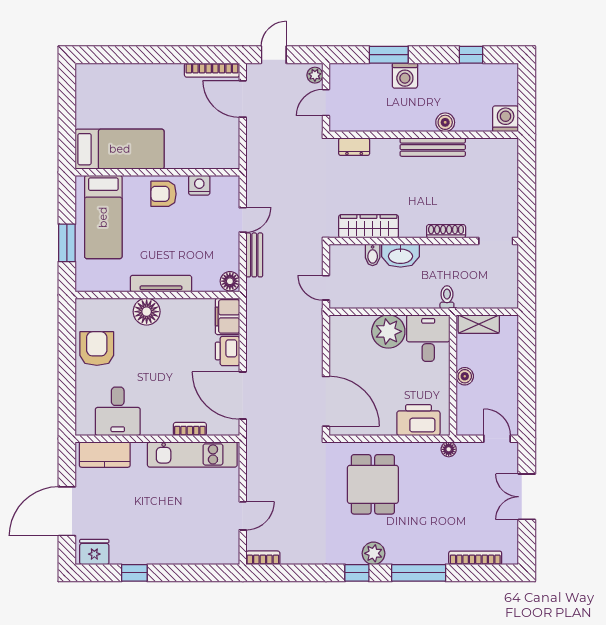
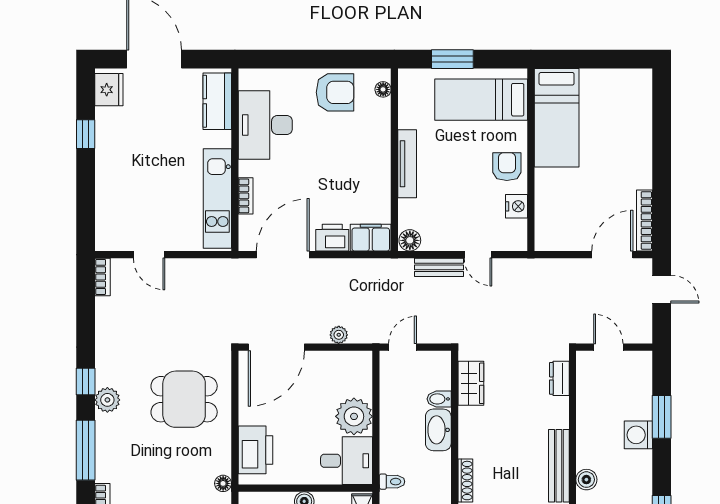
plant: (315, 75) -> (339, 335), moved
wardrobe: (369, 226) -> (471, 383), width x0.67
floor lamp: (147, 312) -> (383, 89), moved, width x0.53, depth x0.53
desk: (118, 411) -> (265, 125), width x1.37

